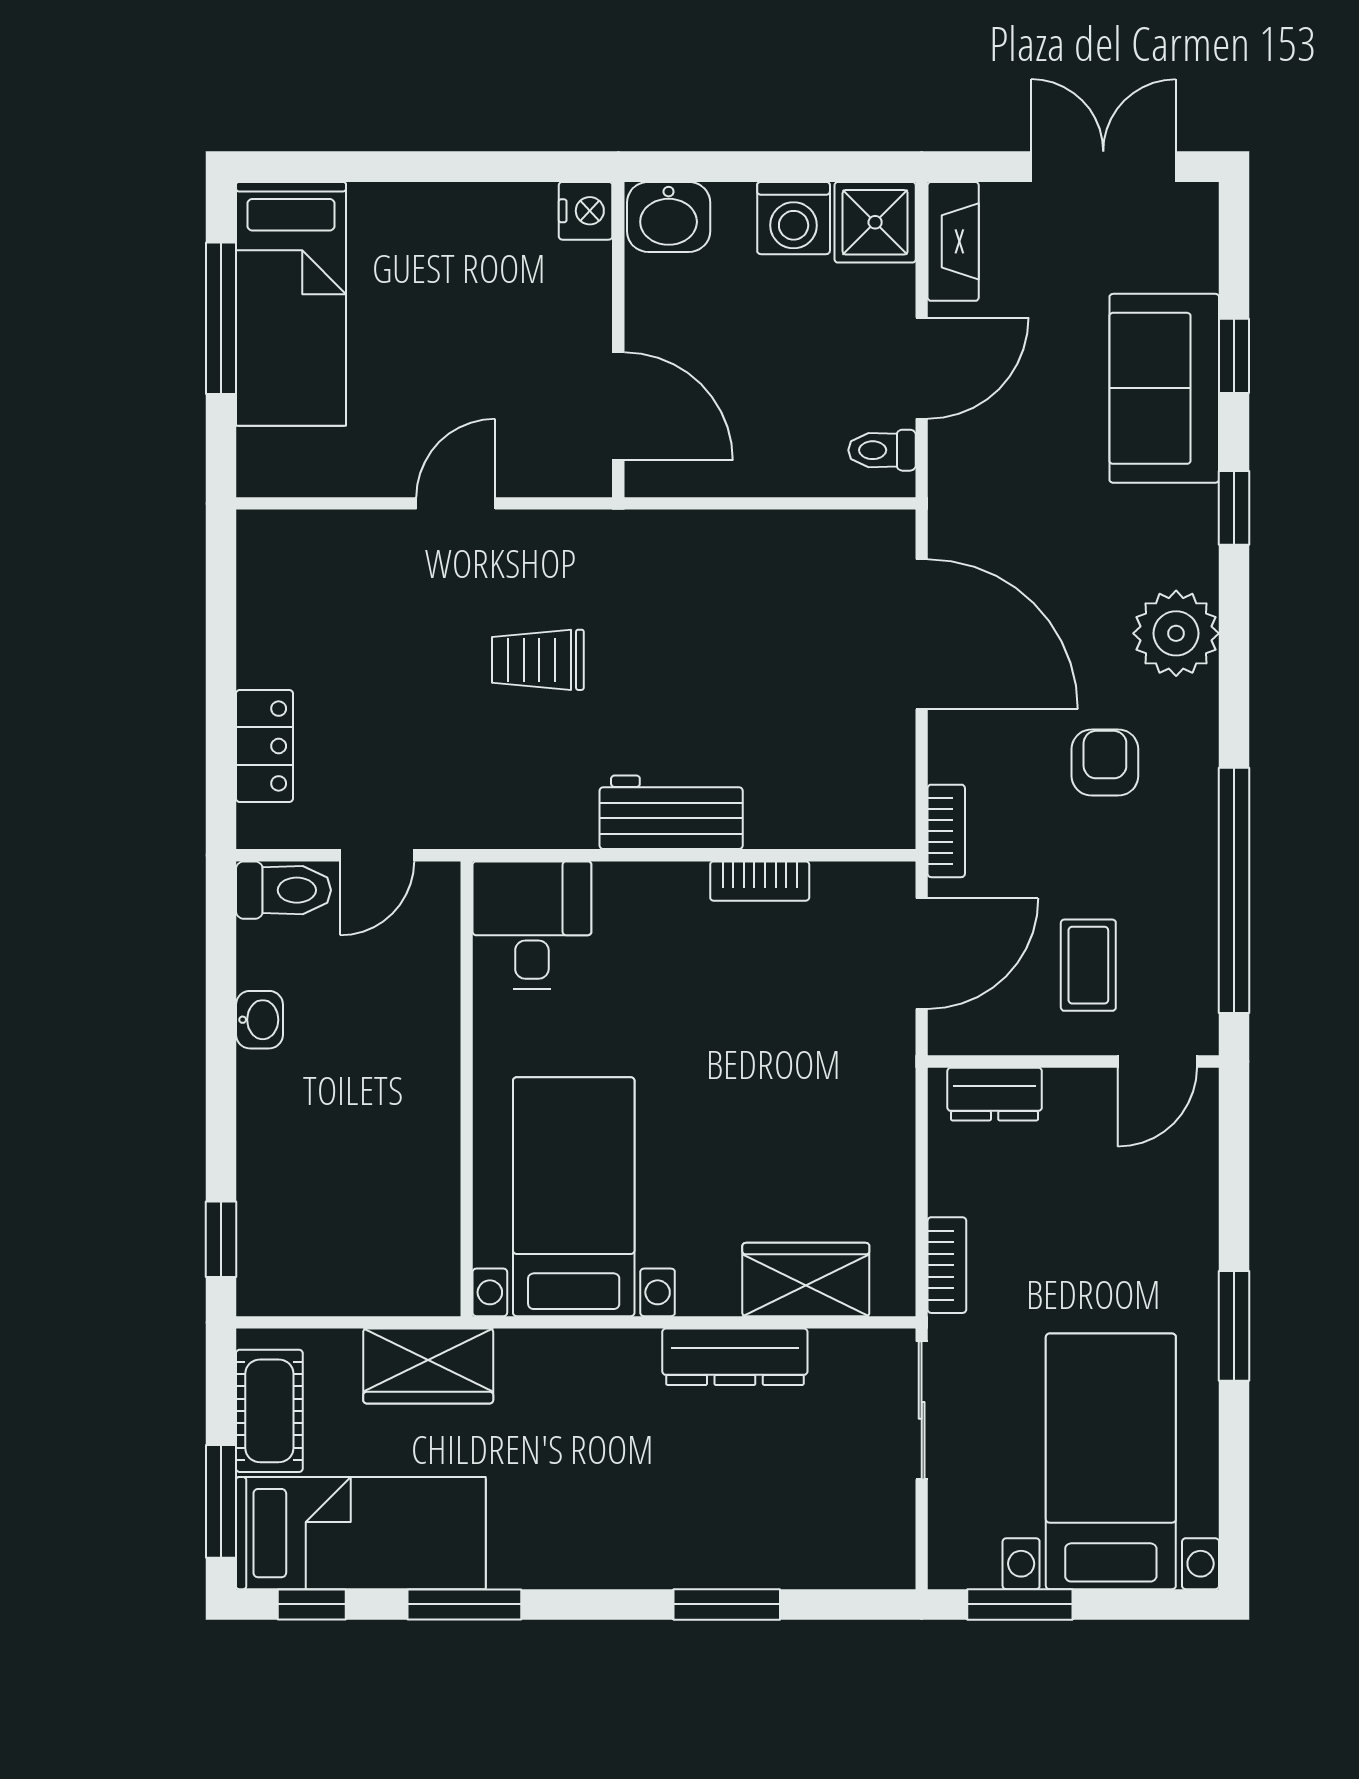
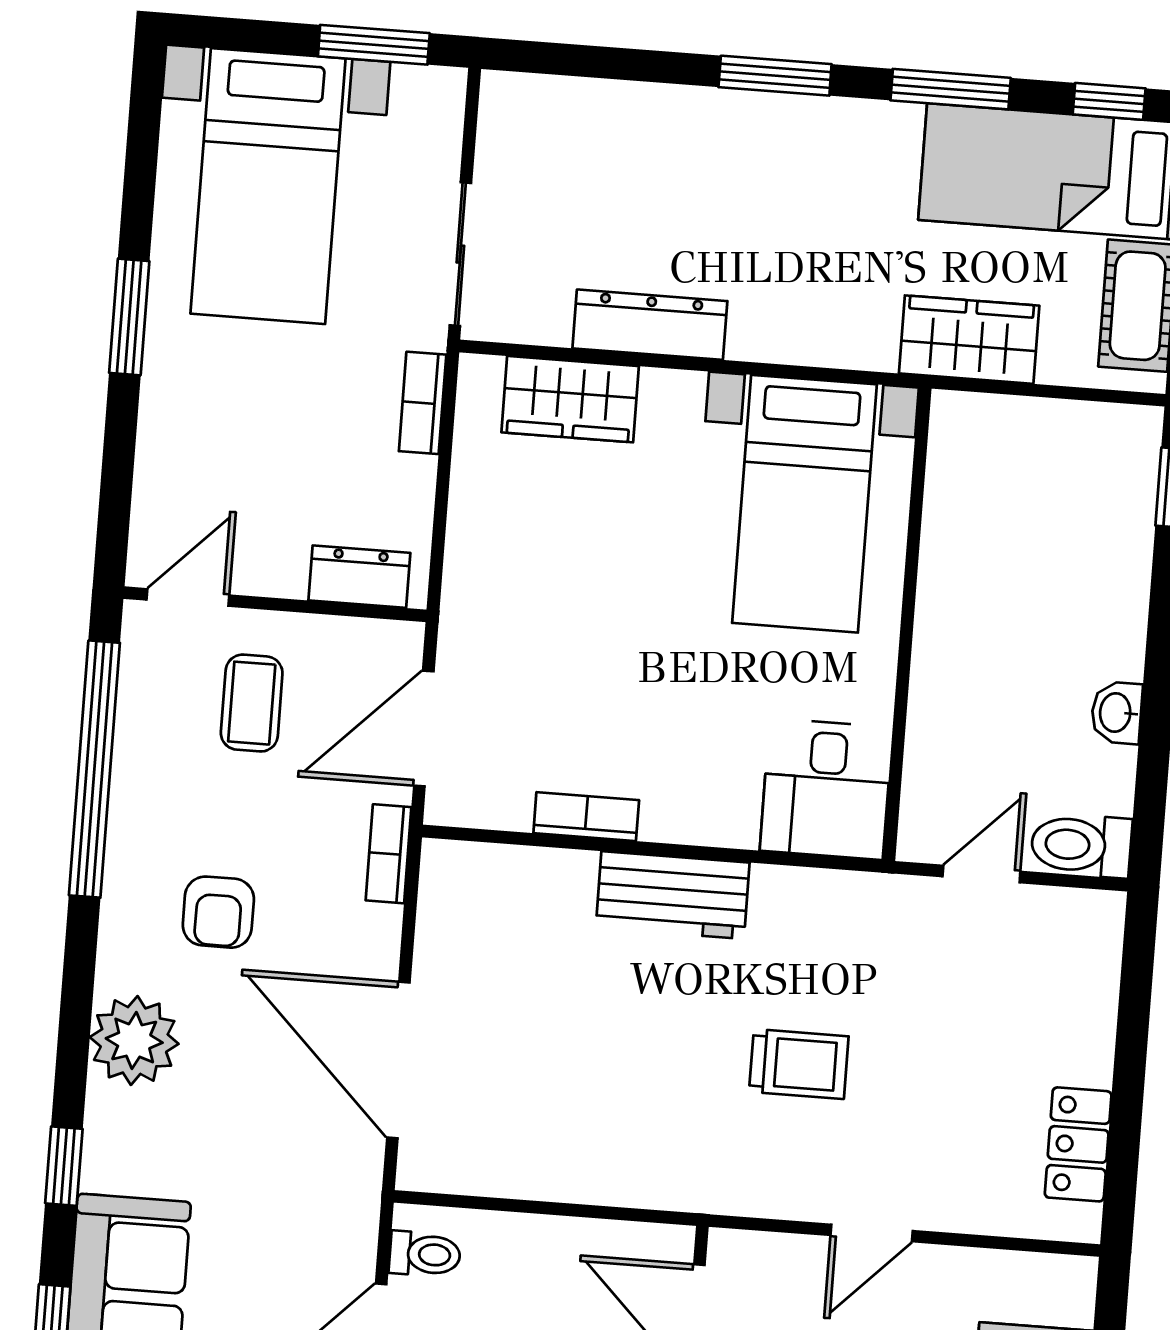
locker: (264, 746) -> (1078, 1144), moved
window: (727, 1604) -> (775, 76), moved

